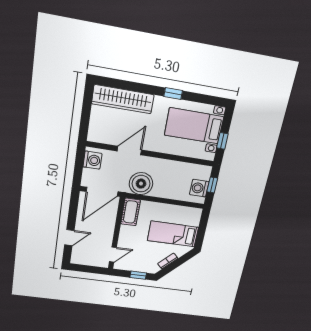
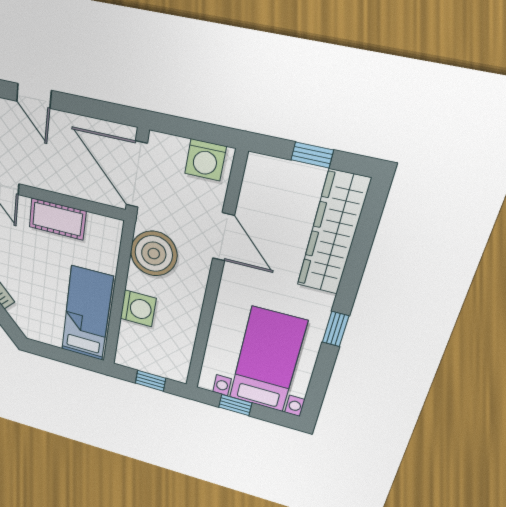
window: (86, 112) -> (312, 155), added
washing machine: (199, 188) -> (138, 308), moved, turned 90
cot: (131, 212) -> (57, 219), moved
bed: (173, 234) -> (87, 314), moved

